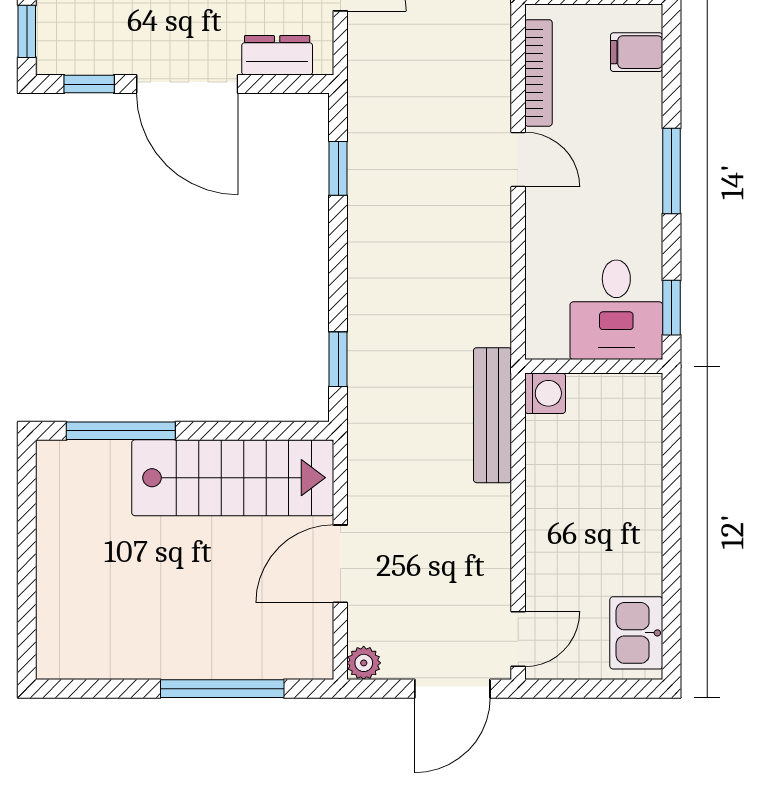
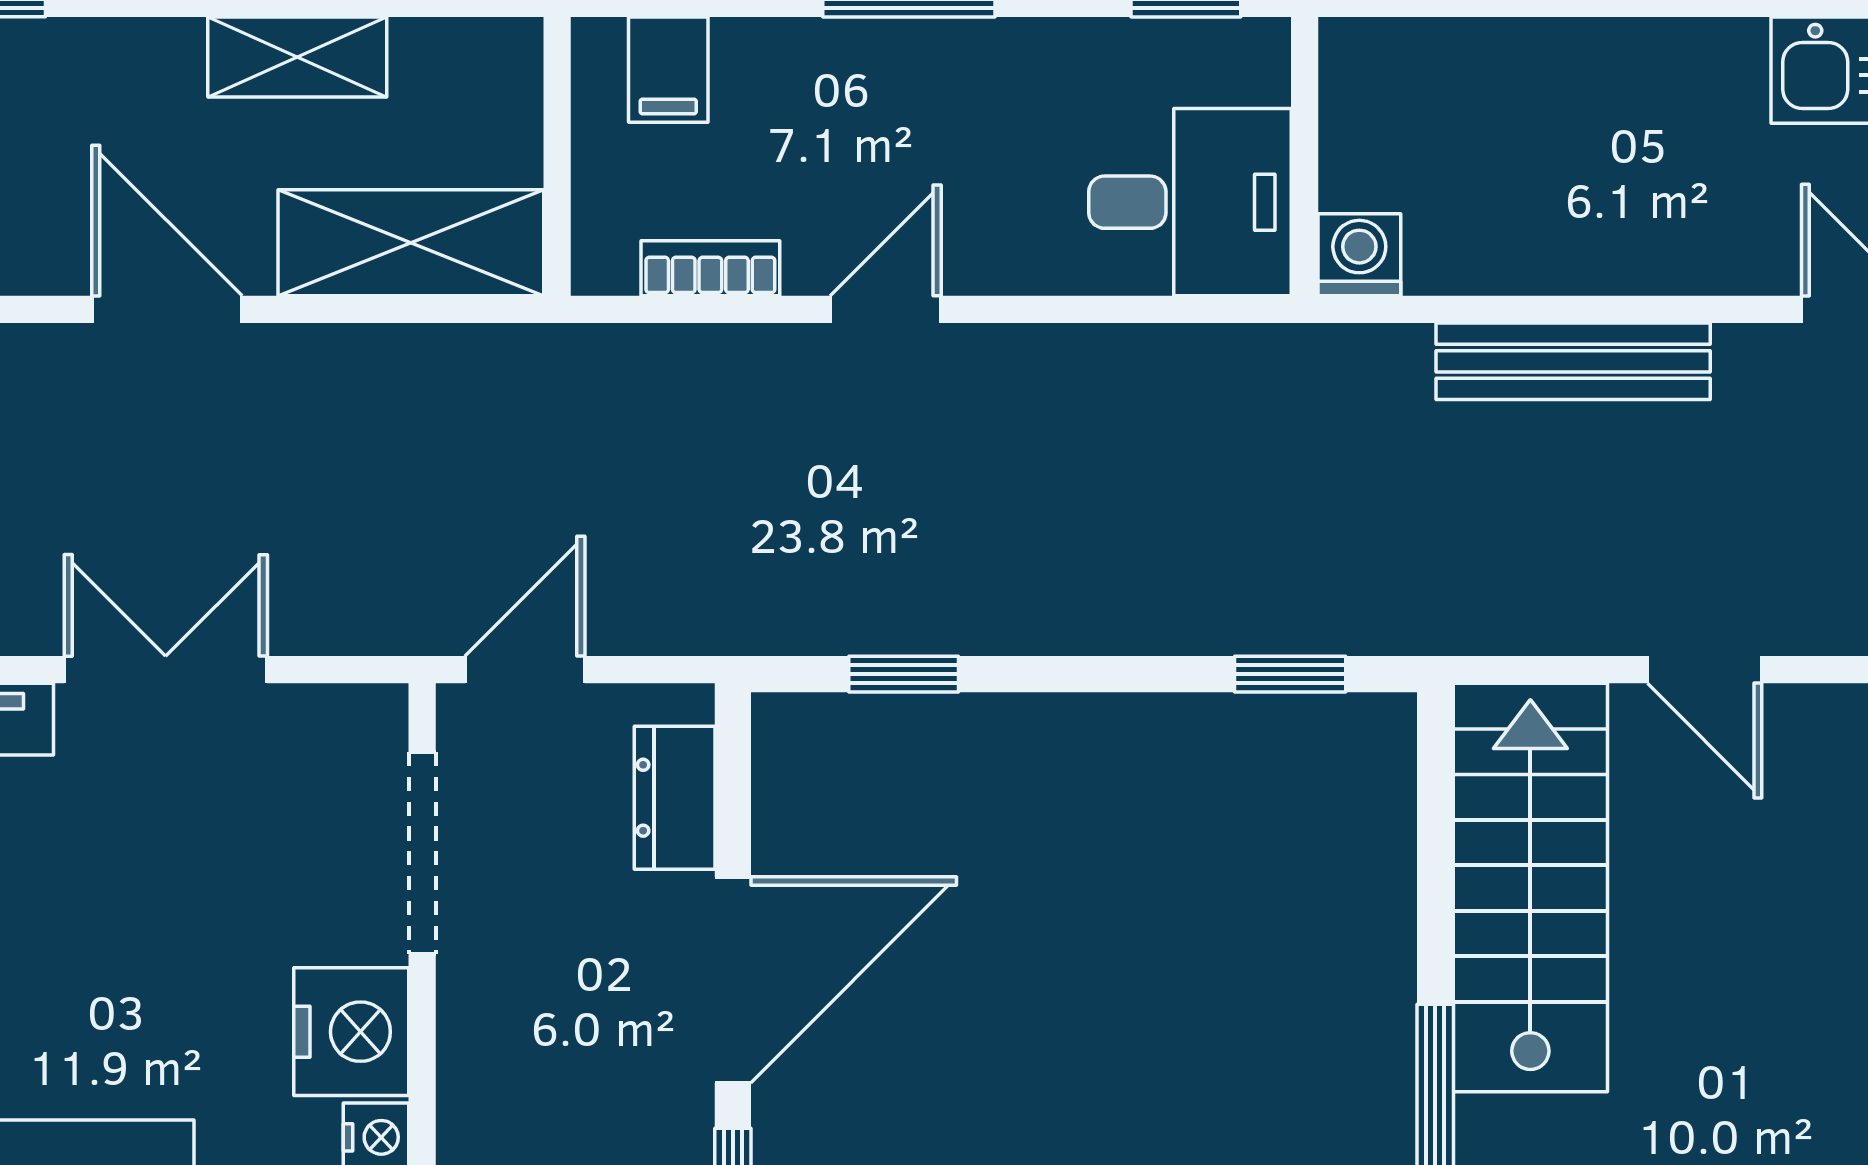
bookcase: (538, 73) -> (710, 268), width x0.64
desk: (616, 310) -> (1190, 202), moved
bench: (493, 415) -> (1573, 361), moved
door: (340, 564) -> (1705, 670), width x0.73

